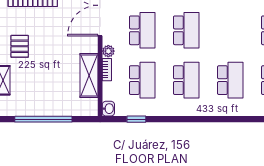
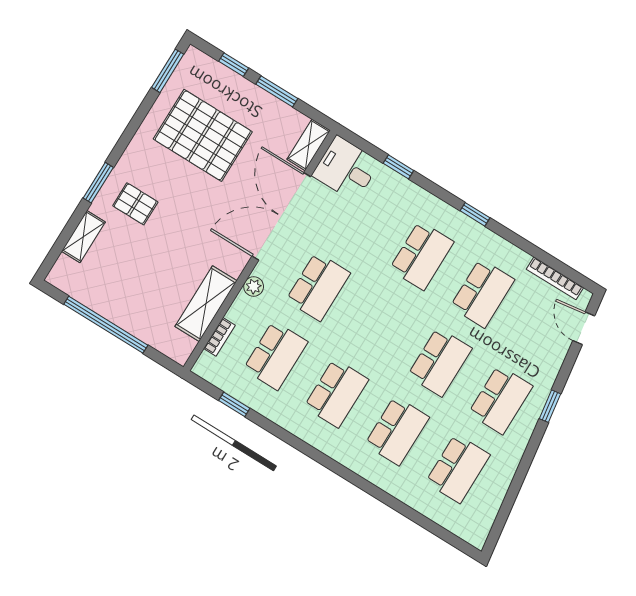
school desk: (186, 30) -> (440, 362), moved
pallet: (20, 46) -> (135, 204), turned 90
bookcase: (107, 70) -> (219, 337), moved
washbasin: (108, 109) -> (204, 366), removed

